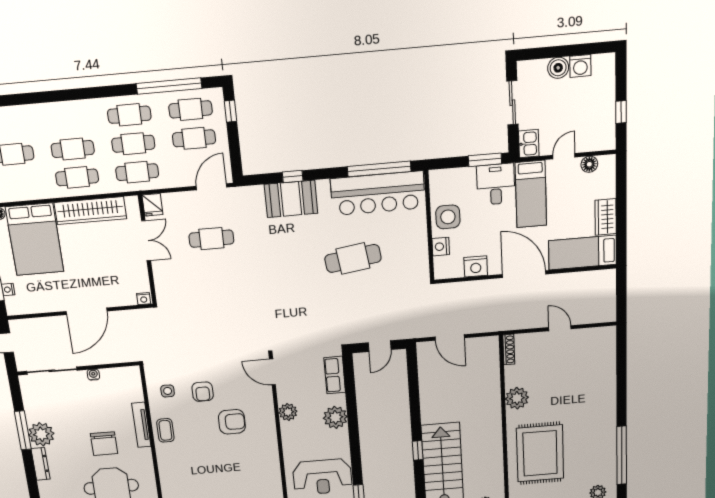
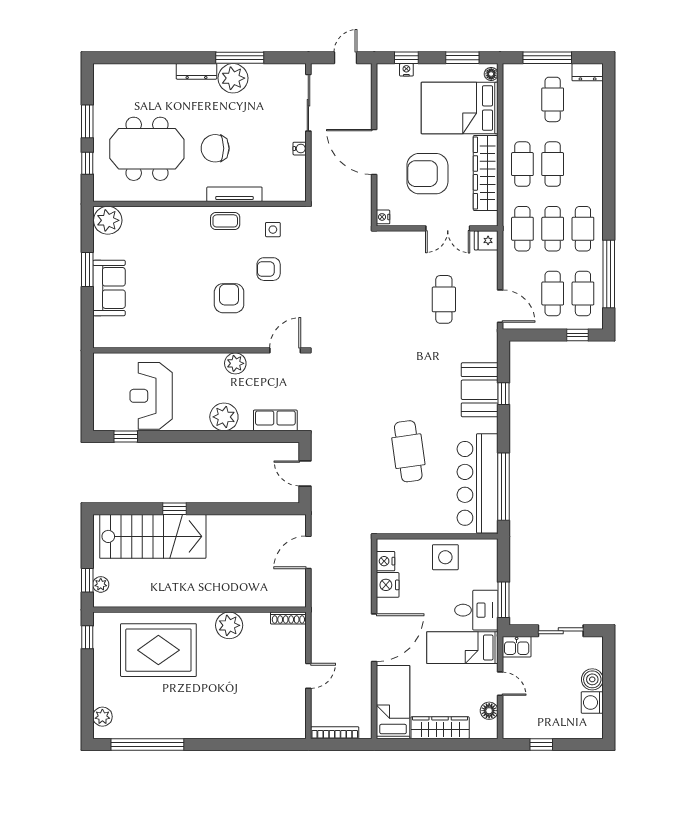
wardrobe: (606, 217) -> (440, 728), width x1.50
nightstand: (441, 247) -> (386, 561), moved, turned -90
armchair: (99, 263) -> (427, 174), added
bookcase: (611, 301) -> (335, 733), added
armchair: (232, 422) -> (229, 298), turned 180

